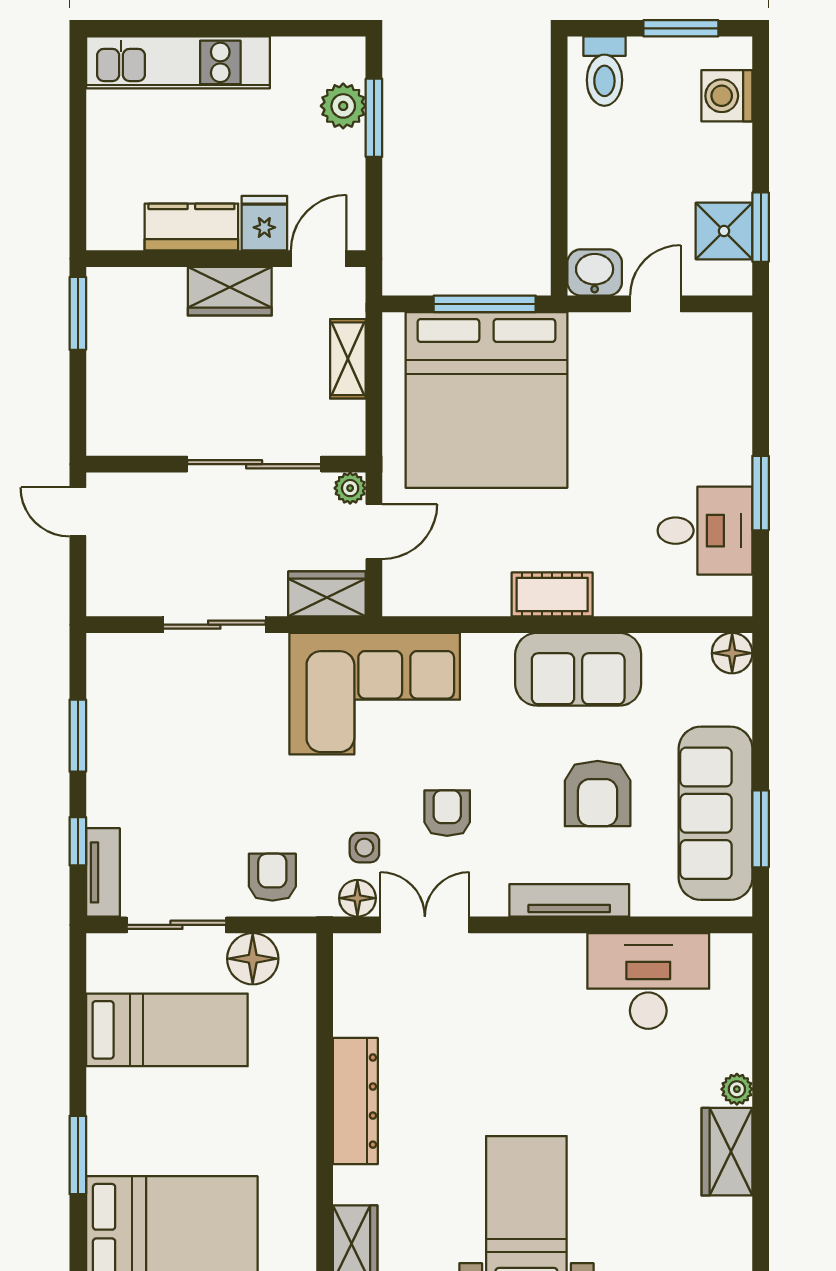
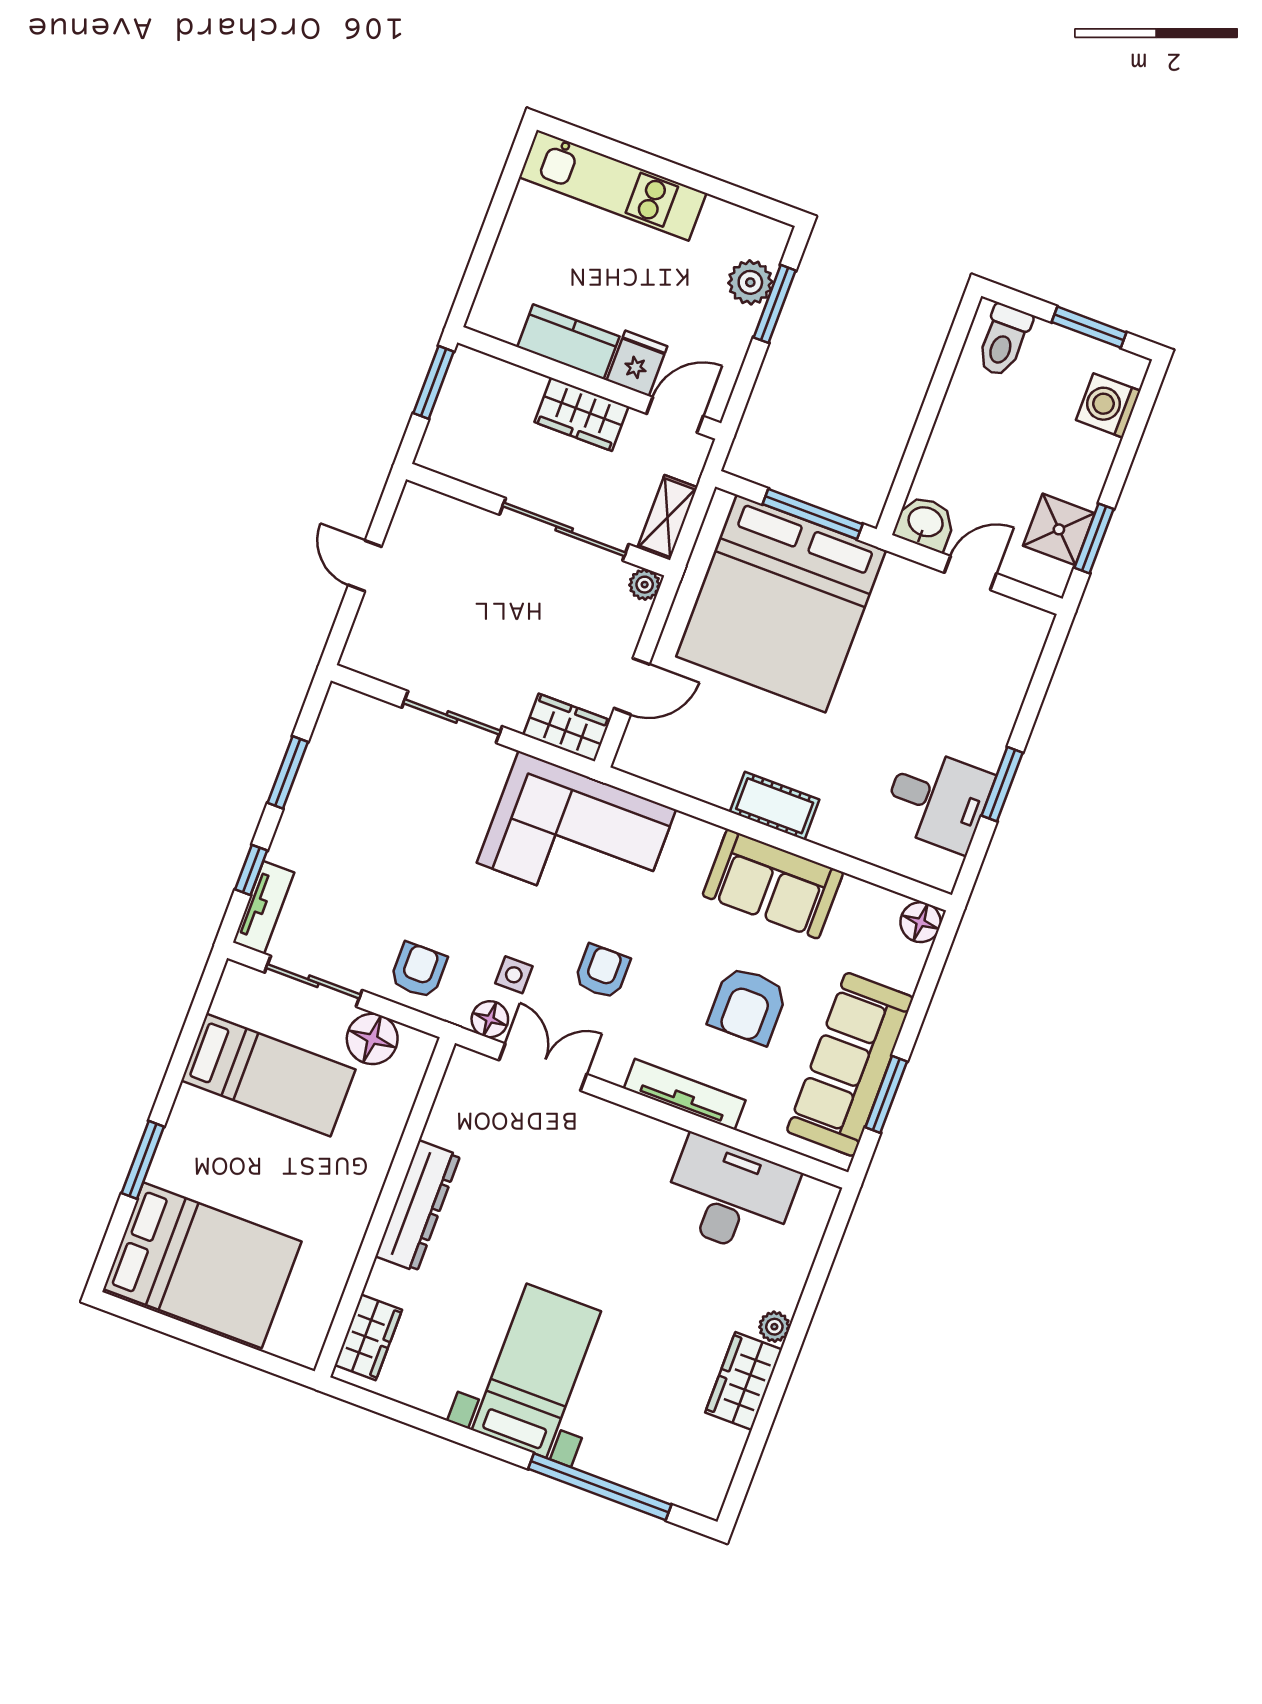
wall: (226, 464) -> (538, 520), moved
sliding door: (254, 464) -> (564, 529), moved
plant: (350, 488) -> (645, 585), moved

